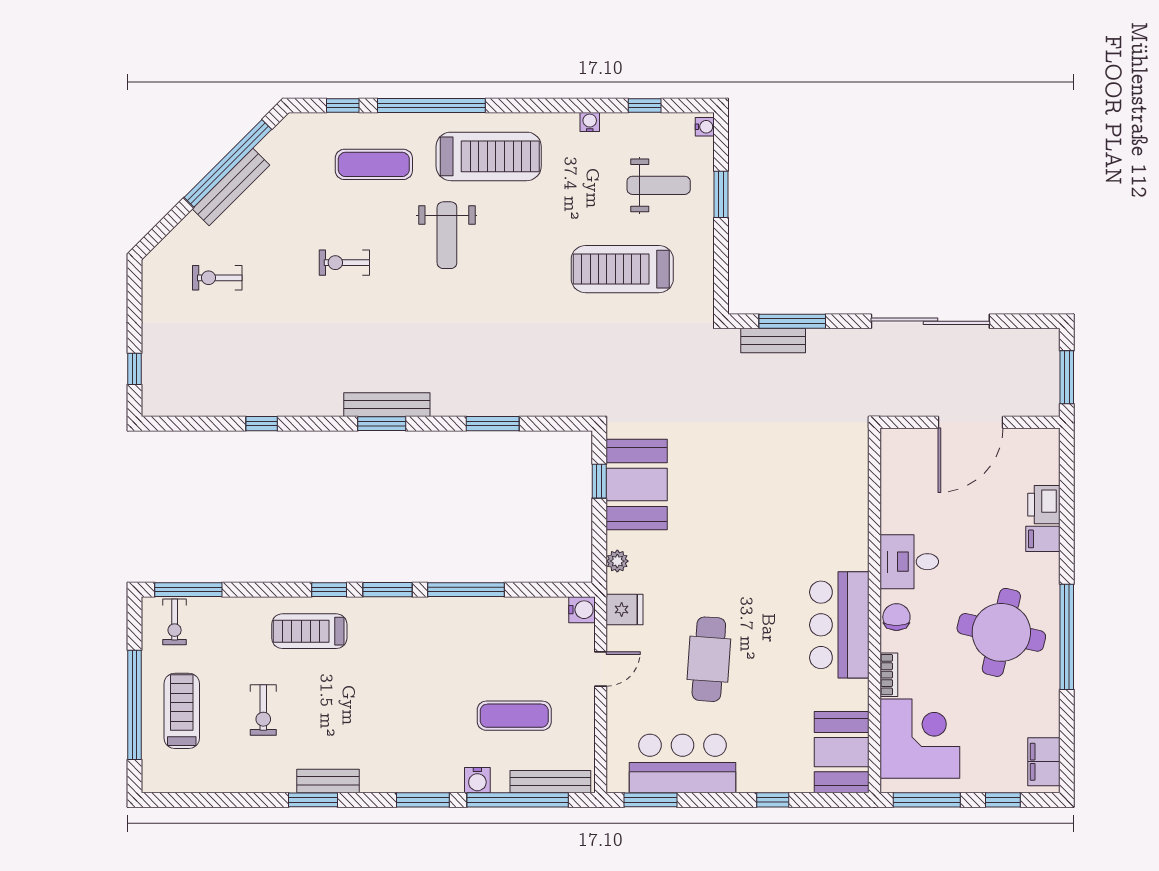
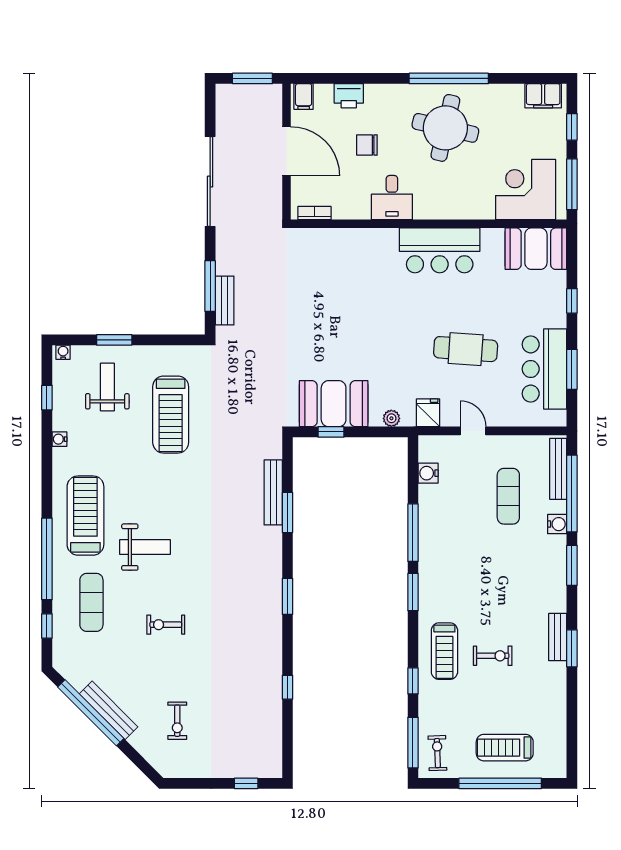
exercise bike: (344, 263) -> (166, 625), turned 90
bench: (387, 405) -> (273, 492), moved
filing cabinet: (1043, 539) -> (304, 97), moved
window: (329, 590) -> (413, 681), moved
water cooler: (582, 610) -> (428, 473), moved, turned -90
chair: (896, 617) -> (367, 145), moved
exercise bike: (175, 622) -> (437, 753), turned -92
bookcase: (889, 675) -> (315, 213), moved
exercise bike: (263, 710) -> (493, 656), moved
window: (651, 800) -> (572, 369), moved

